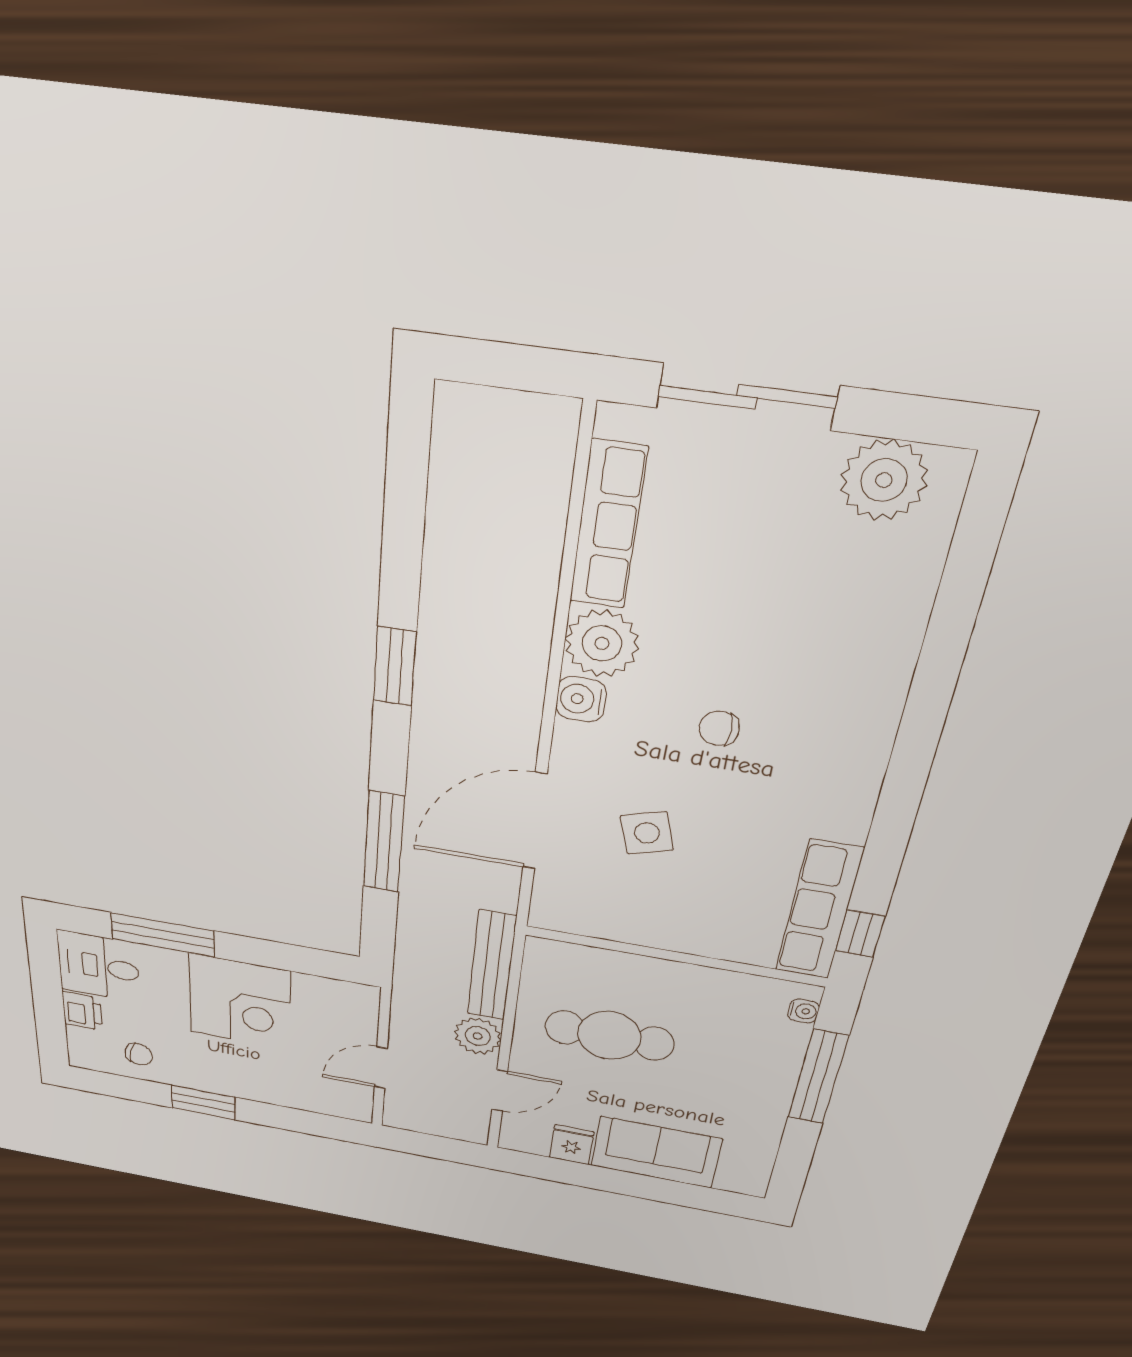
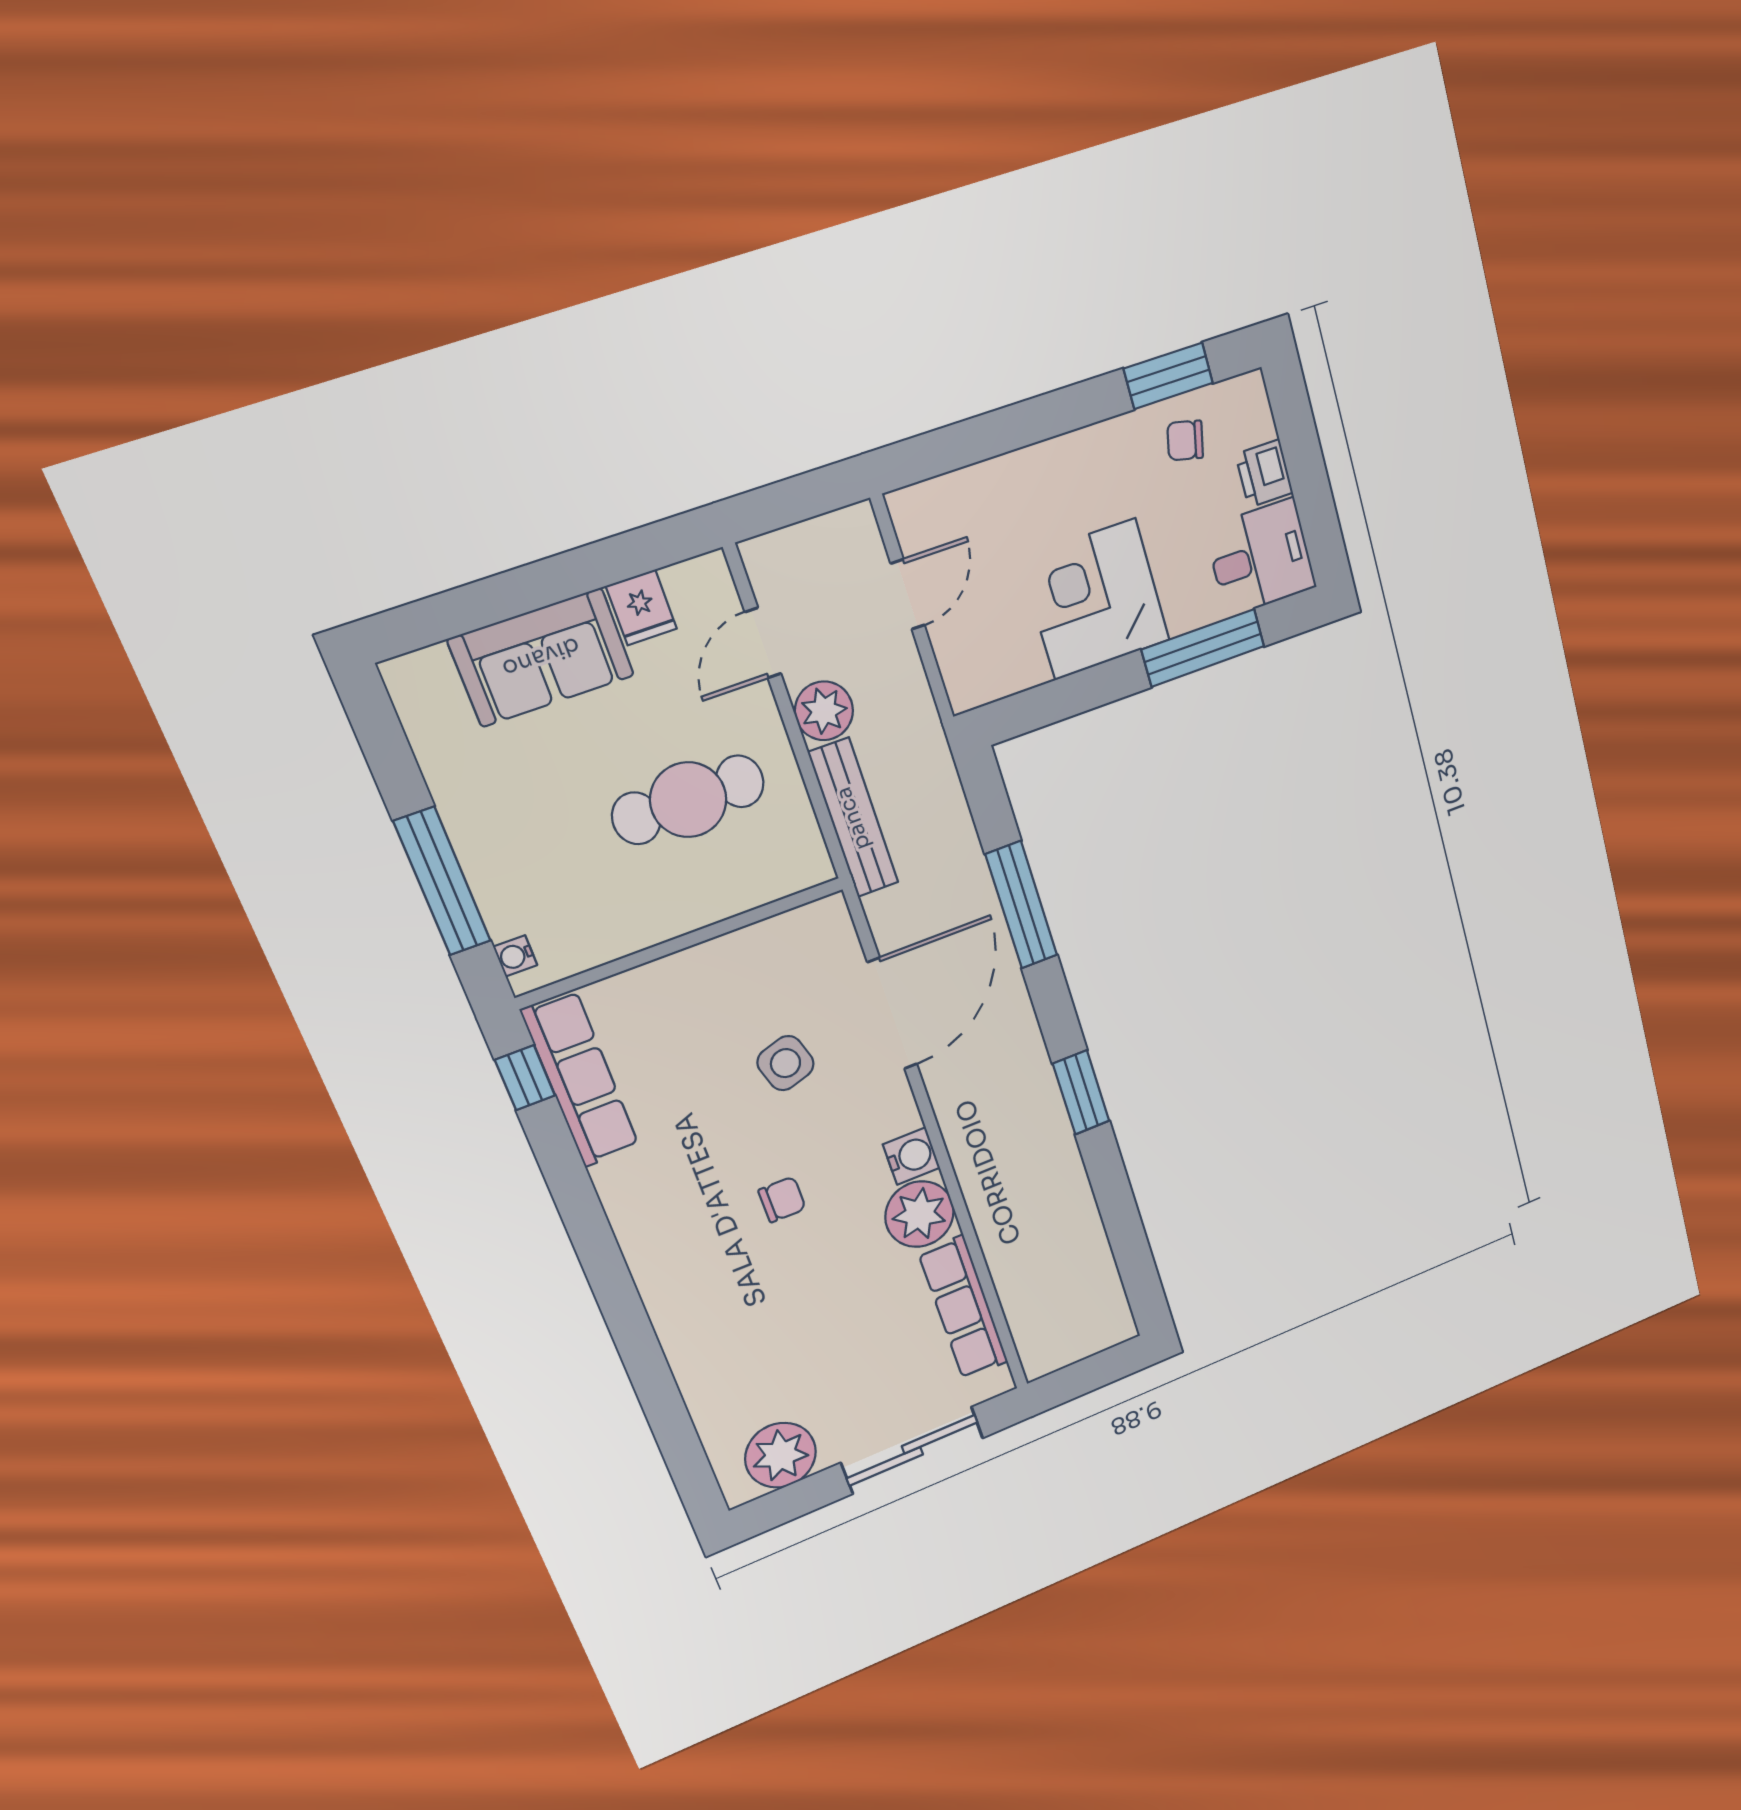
window: (203, 1103) -> (1168, 376), moved

